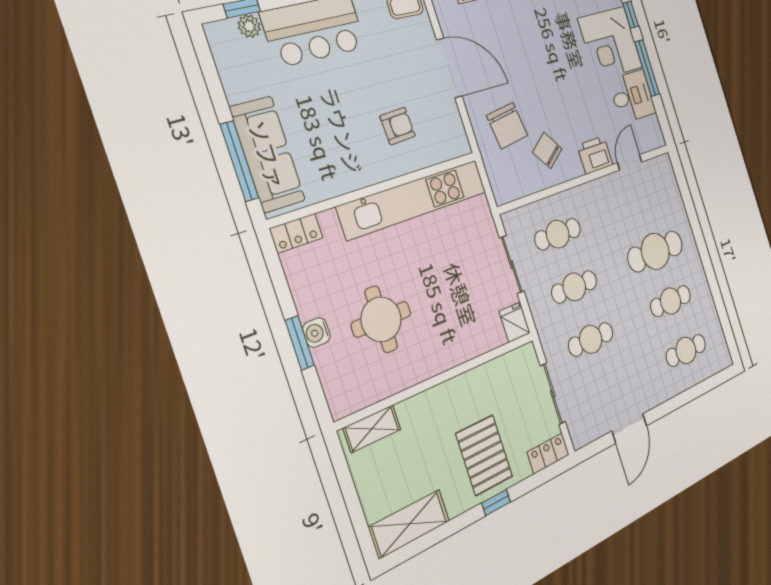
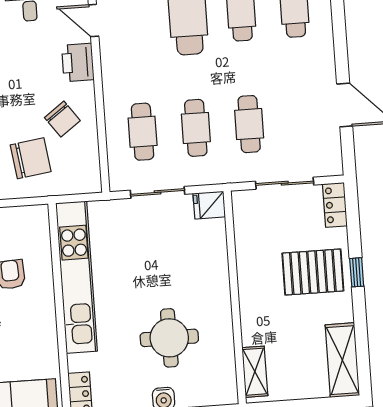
chair: (547, 150) -> (62, 119), turned -90

